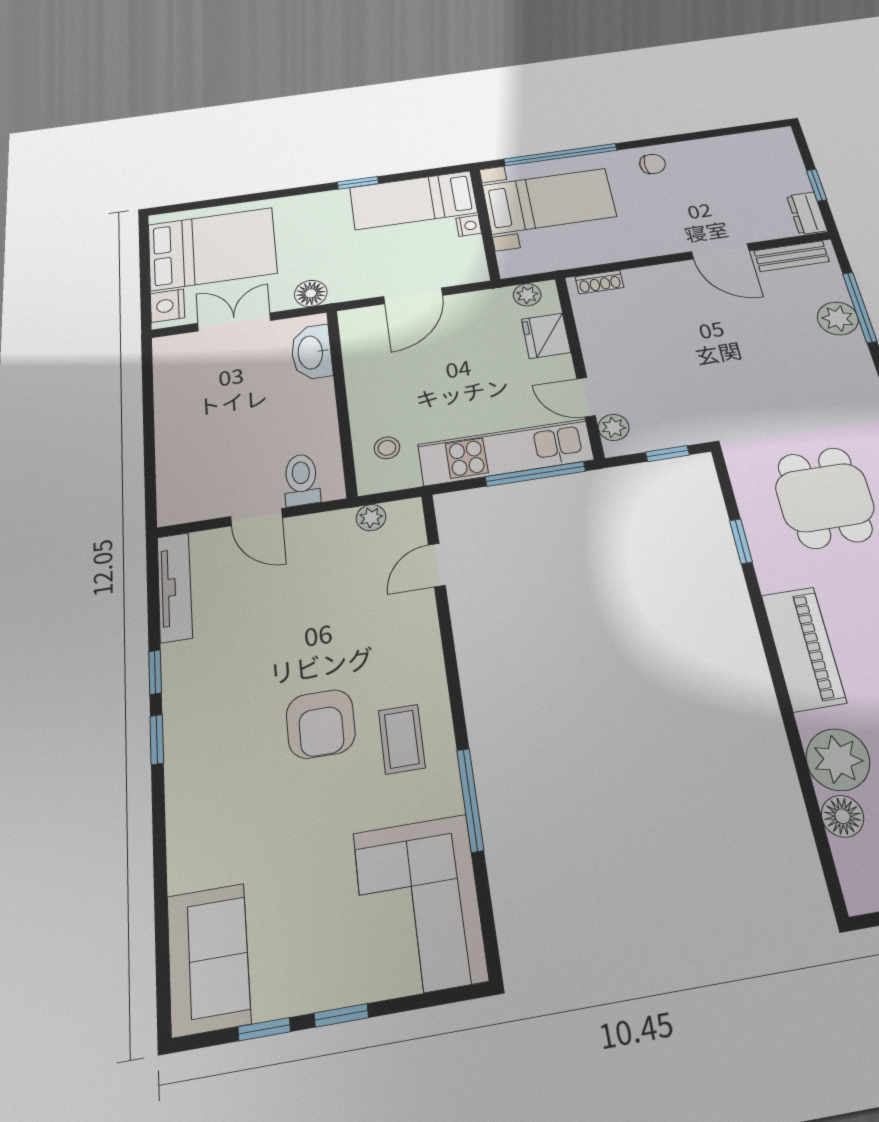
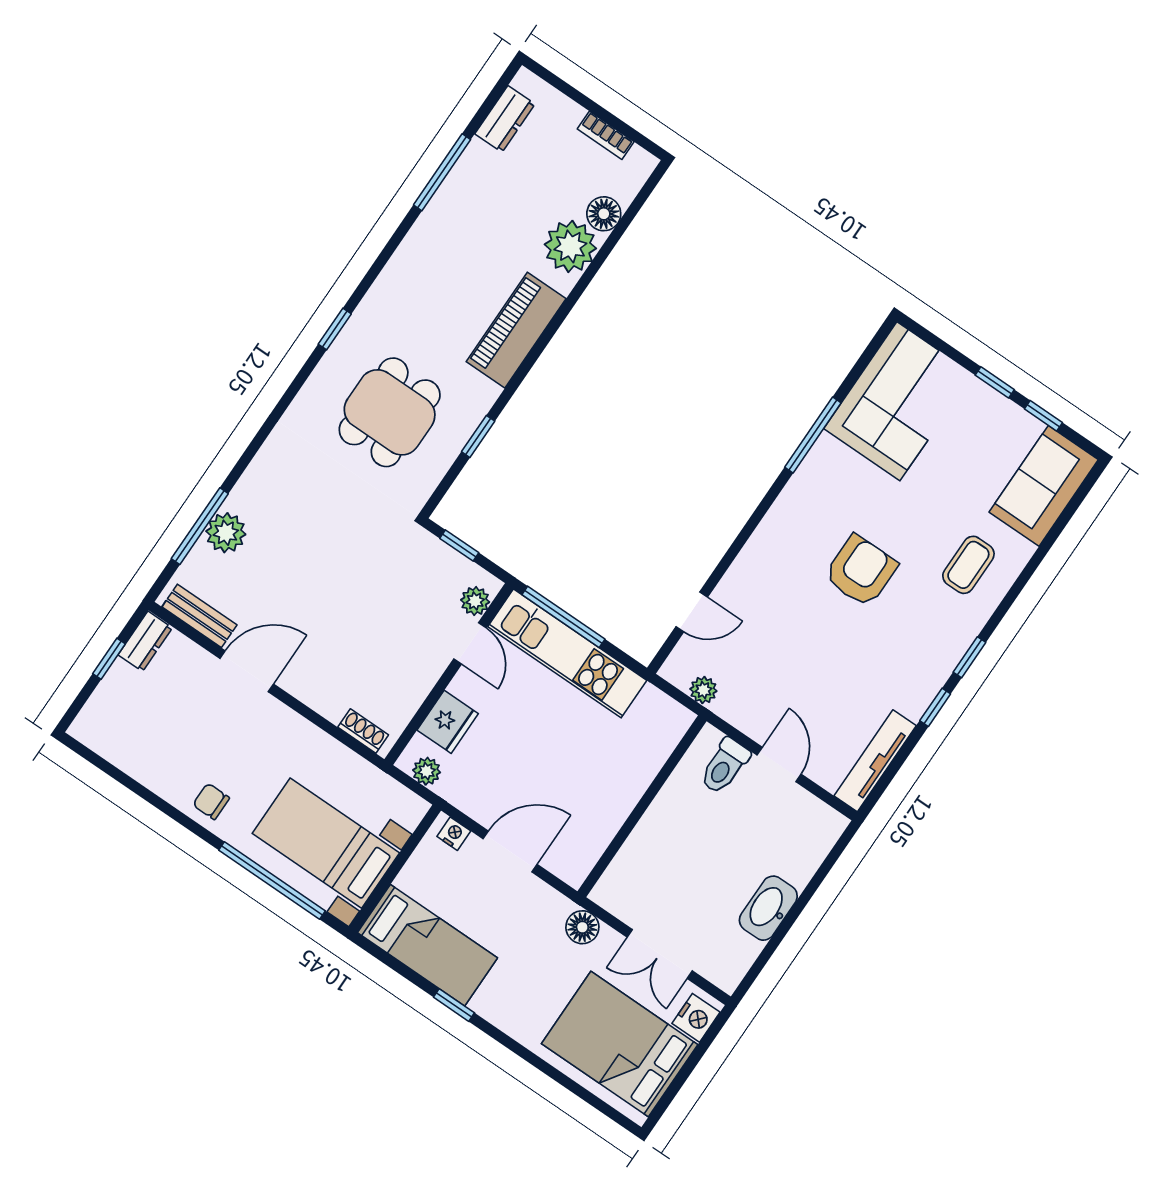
nightstand: (469, 226) -> (454, 834), moved, turned 90
door: (720, 251) -> (247, 671), hinge flipped
washbasin: (311, 352) -> (768, 908), moved, turned 180
stool: (387, 448) -> (645, 736), removed
coffee table: (402, 739) -> (968, 565), moved

